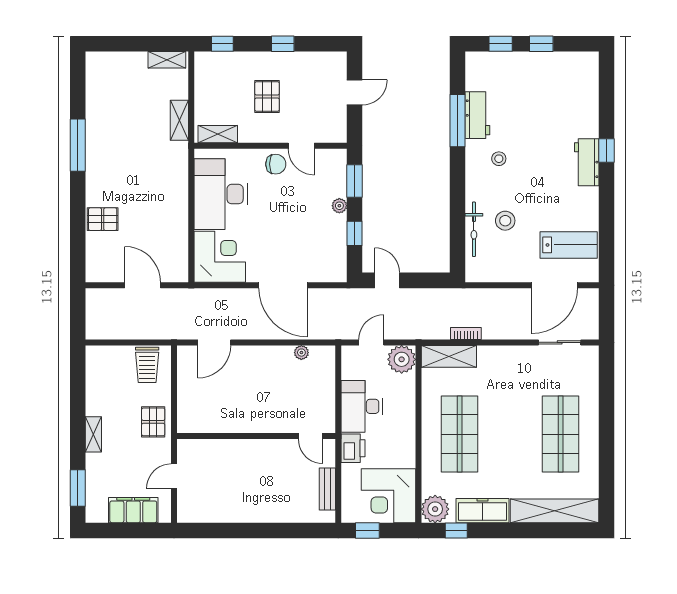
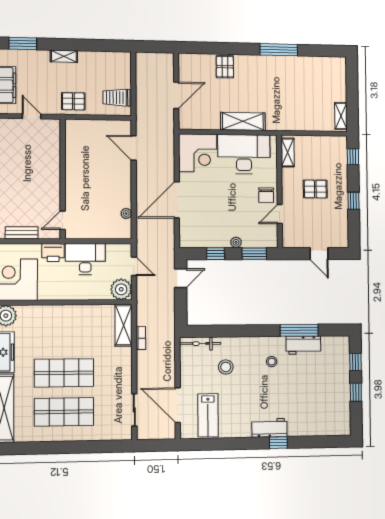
shelving: (179, 120) -> (243, 121), moved, width x1.50, depth x1.33
bicycle: (474, 229) -> (200, 344), moved
shop shelf: (460, 434) -> (64, 373), moved

